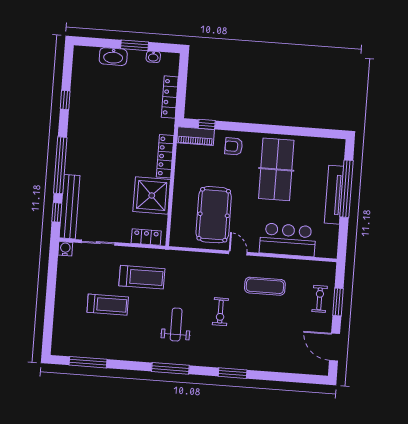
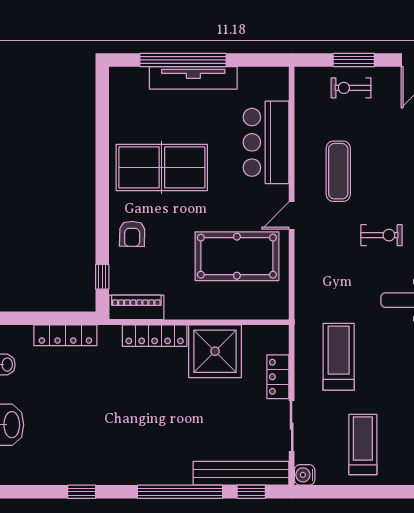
piano: (196, 136) -> (136, 307), moved, turned -90
locker: (146, 237) -> (278, 377), moved
treadmill: (108, 305) -> (363, 444), moved

